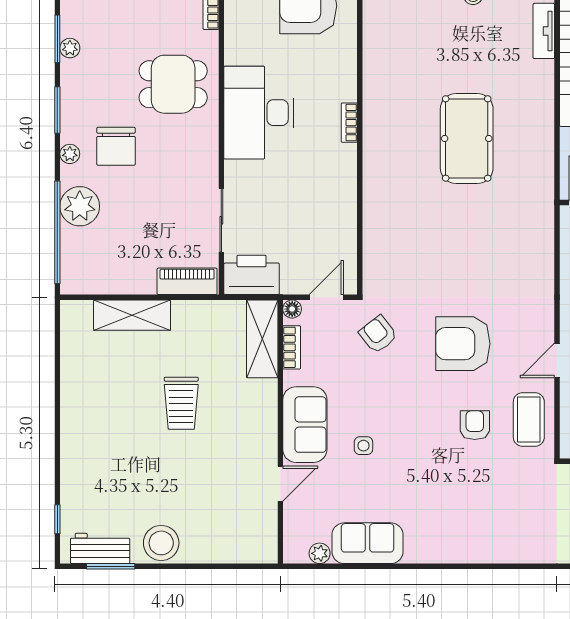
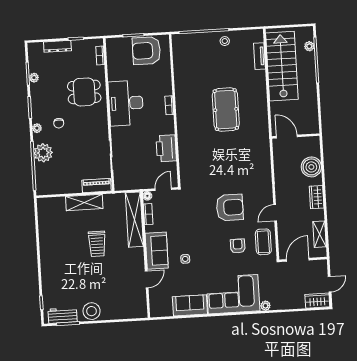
chair: (116, 146) -> (59, 123), width x0.54, depth x0.54
printer: (252, 275) -> (166, 148), moved, turned -90
shelving: (132, 315) -> (84, 202), moved
armchair: (378, 334) -> (189, 205), removed
shelving: (262, 339) -> (134, 220), width x1.47
armchair: (463, 344) -> (230, 207), turned 180
corner sofa: (459, 525) -> (233, 294), added
plant: (320, 553) -> (265, 306), moved

